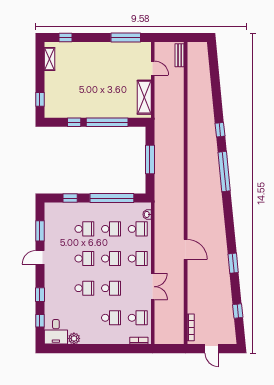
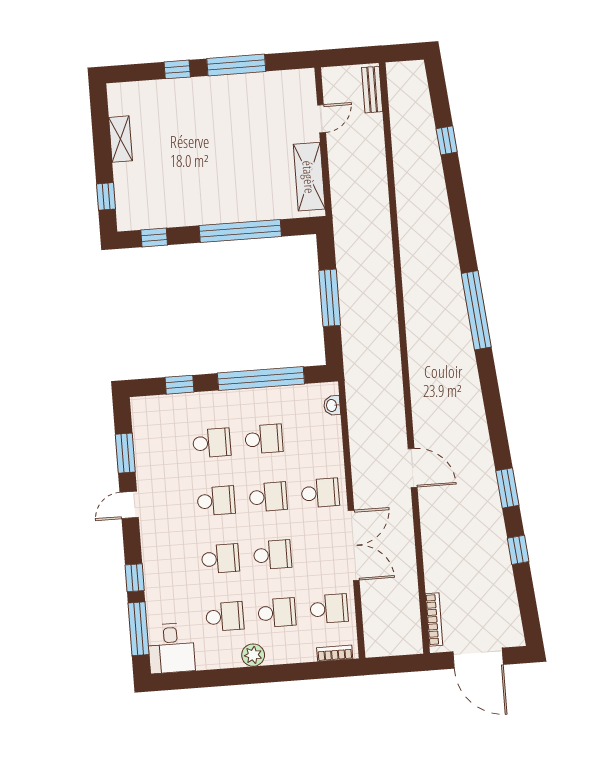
window: (66, 38) -> (177, 69), moved
window: (126, 38) -> (236, 65), moved
shelving: (50, 59) -> (120, 139), moved
door: (153, 68) -> (322, 119), hinge flipped
window: (74, 122) -> (154, 238), moved
window: (220, 130) -> (447, 140), moved
school desk: (138, 229) -> (225, 617), moved
double door: (153, 287) -> (354, 545), width x1.37
window: (238, 311) -> (518, 550), moved
window: (40, 321) -> (138, 629), width x2.17
plant: (74, 338) -> (253, 655), moved
door: (212, 349) -> (478, 658), width x1.88

